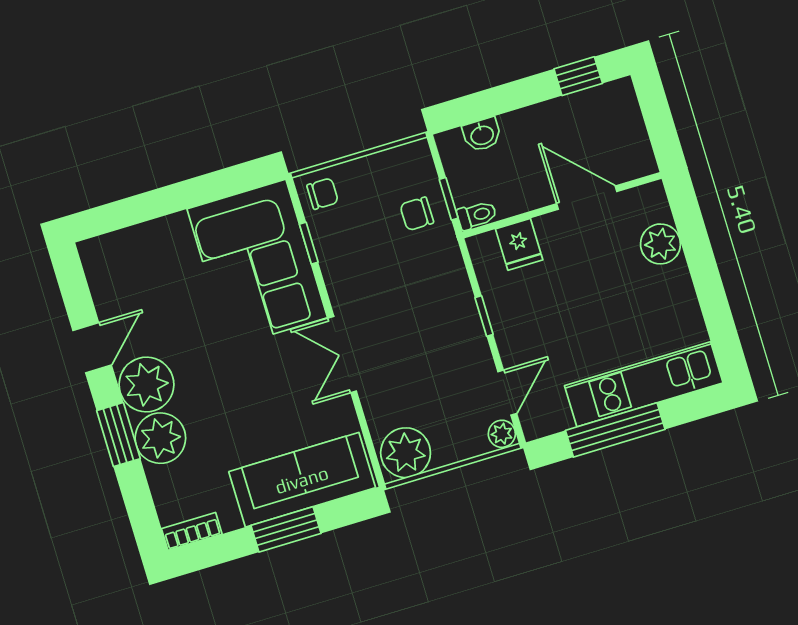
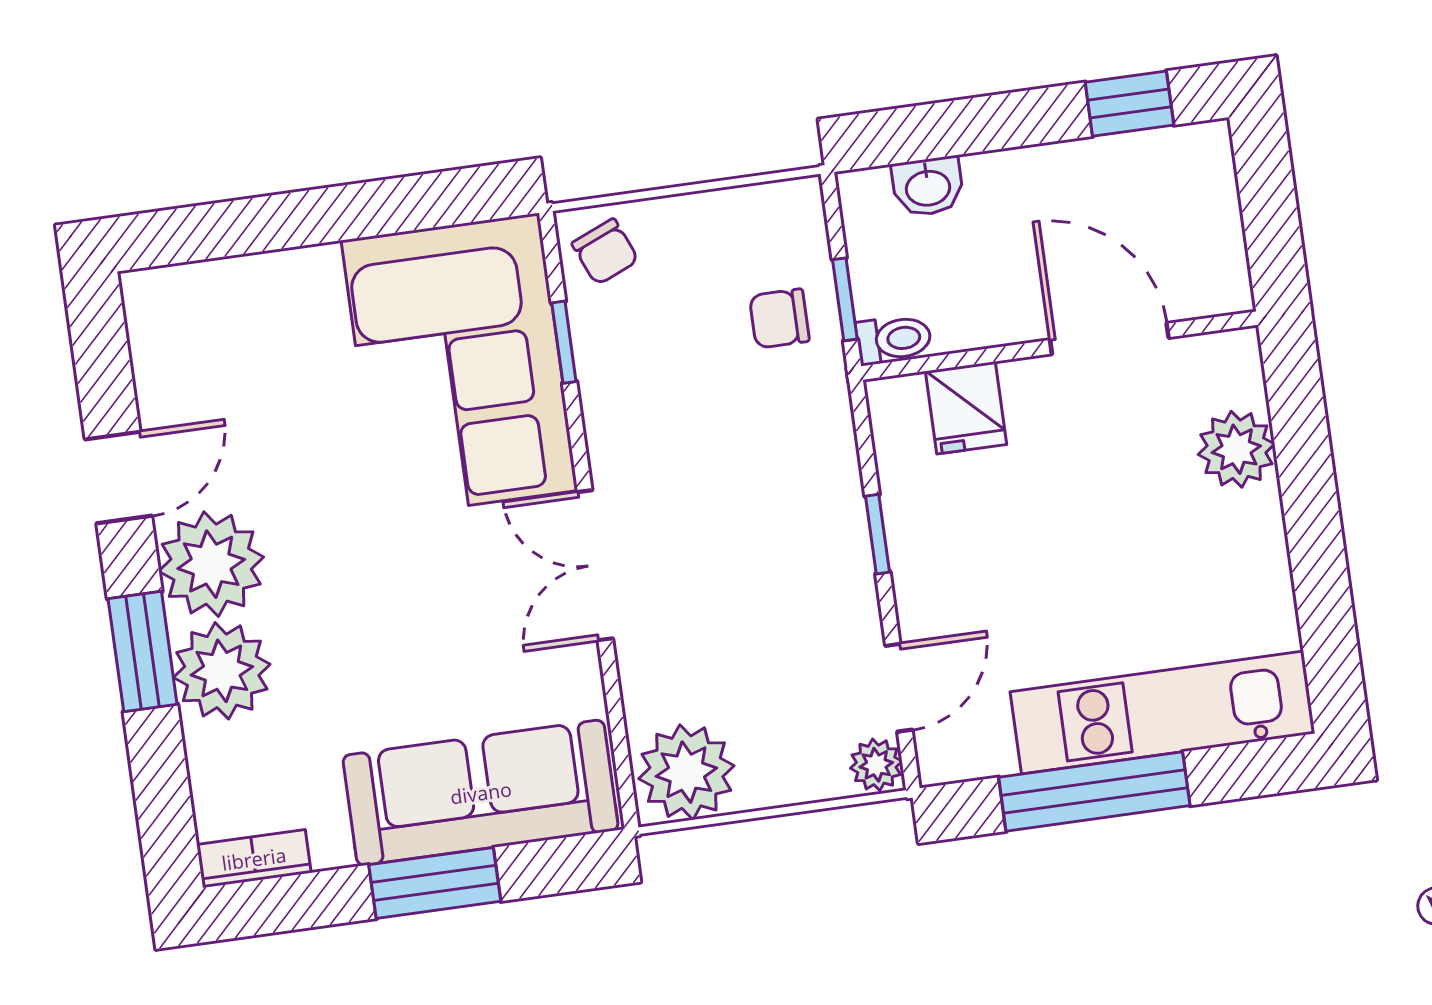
chair: (323, 194) -> (605, 252), turned 67

